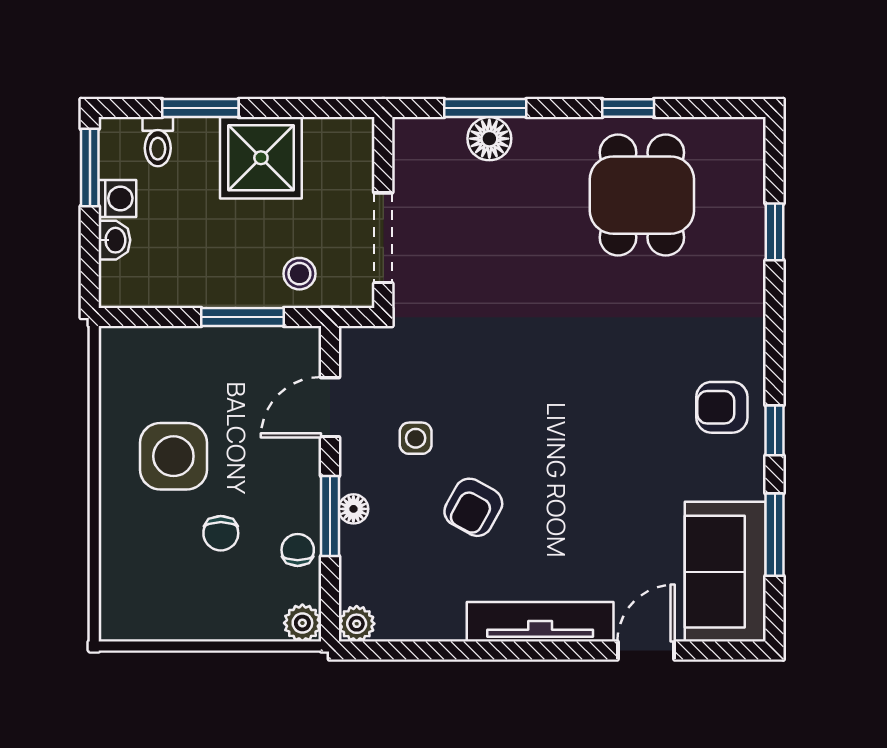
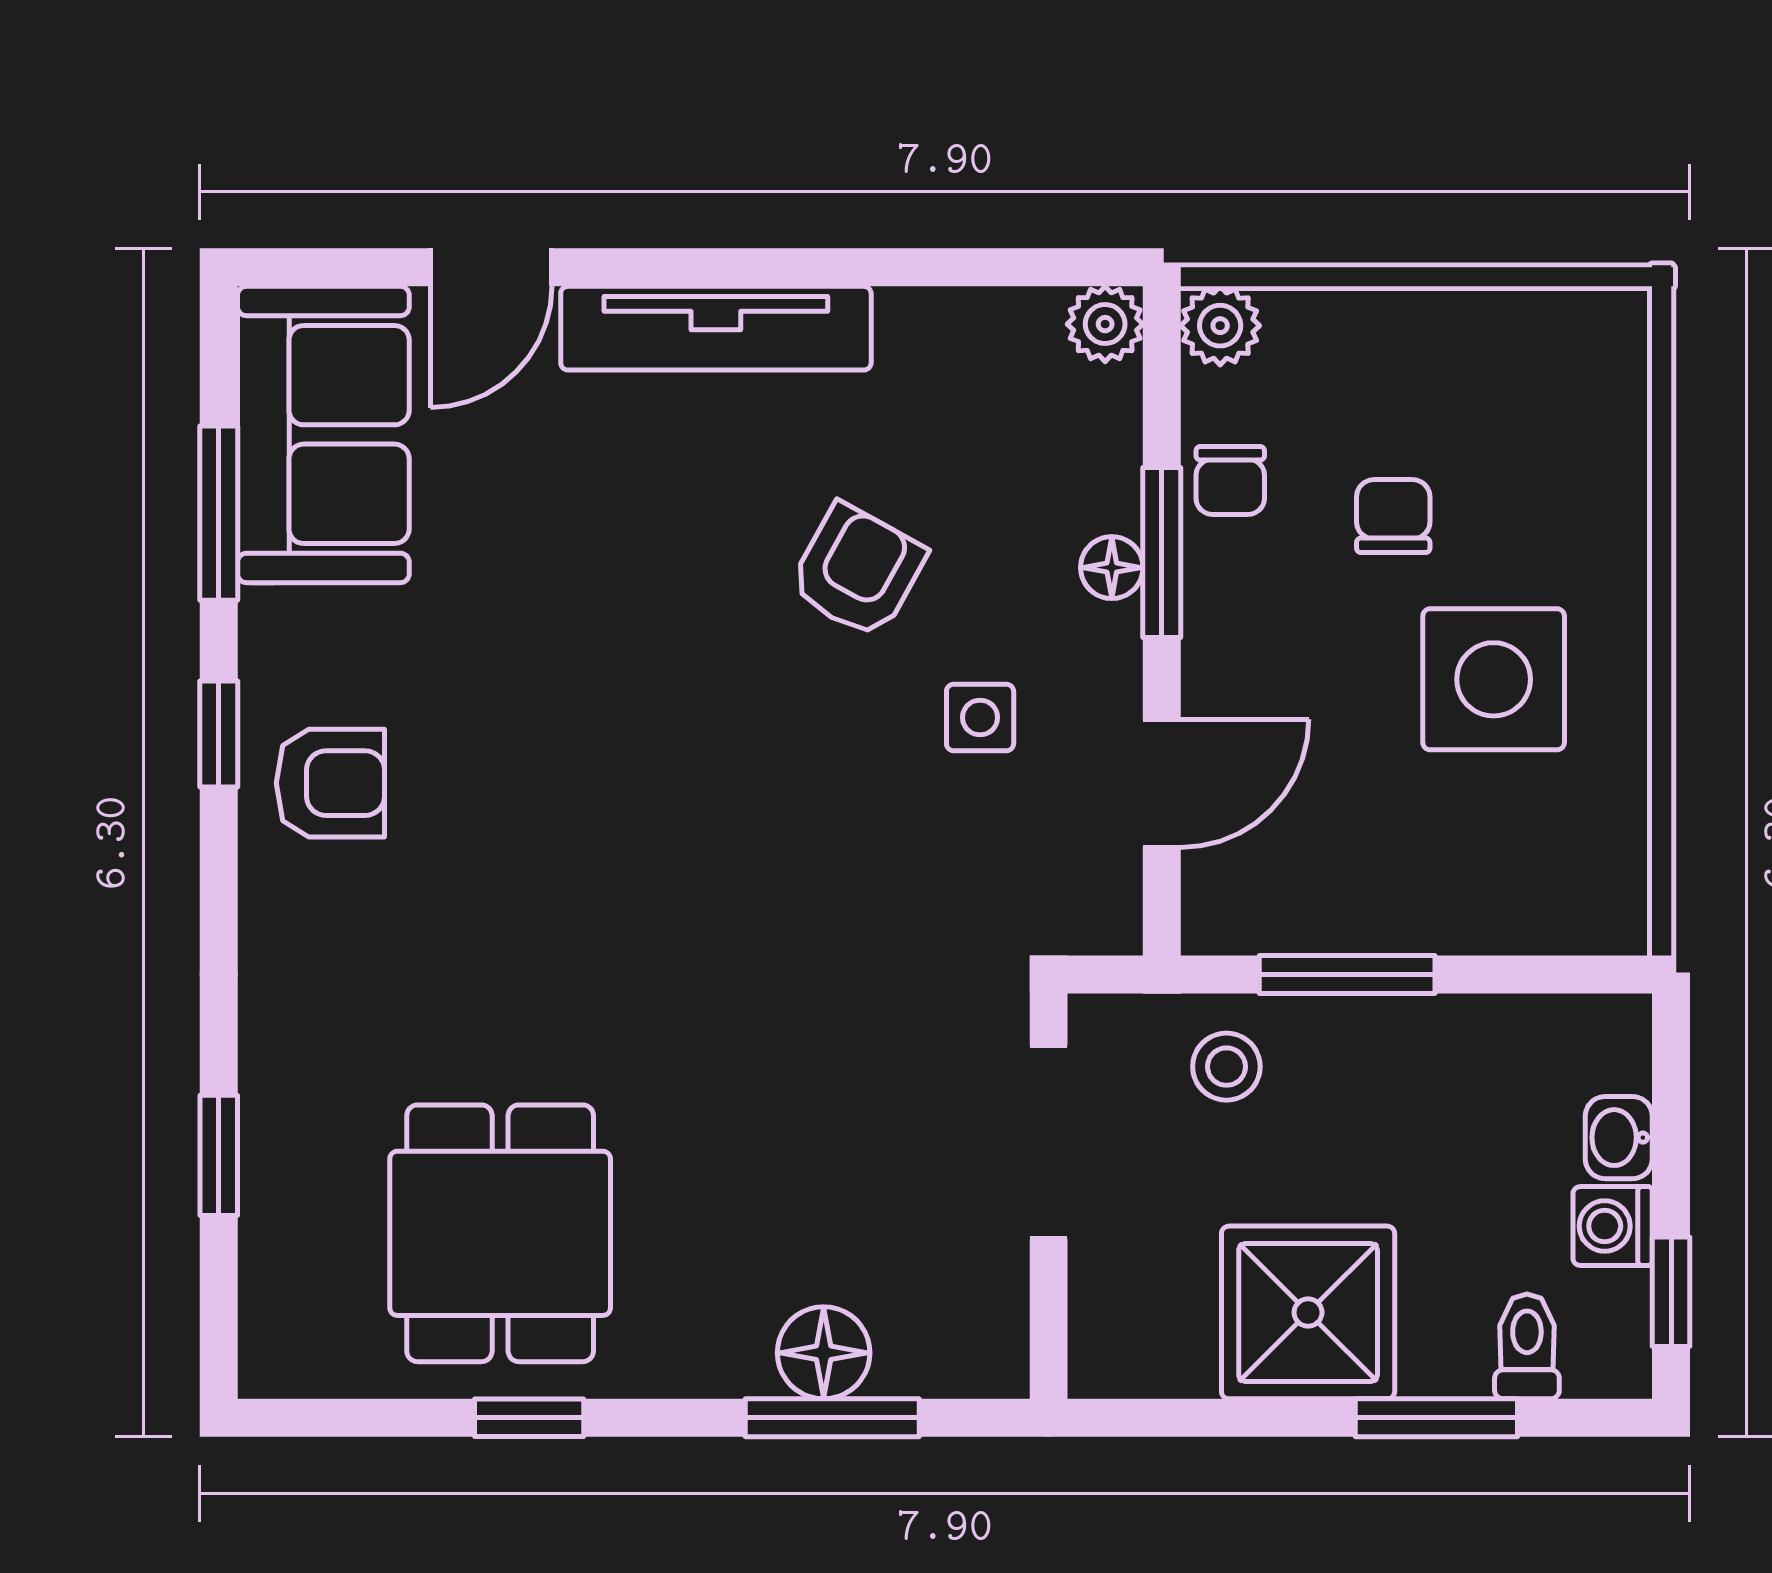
window: (90, 167) -> (1671, 1292), width x0.67

